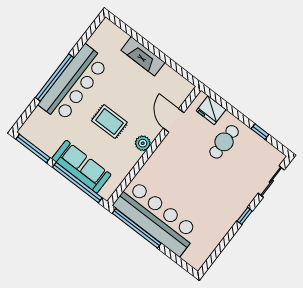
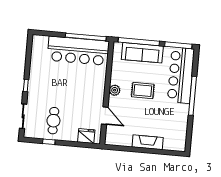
bar counter: (74, 83) -> (181, 75), moved
cafe table: (224, 142) -> (53, 121), moved

